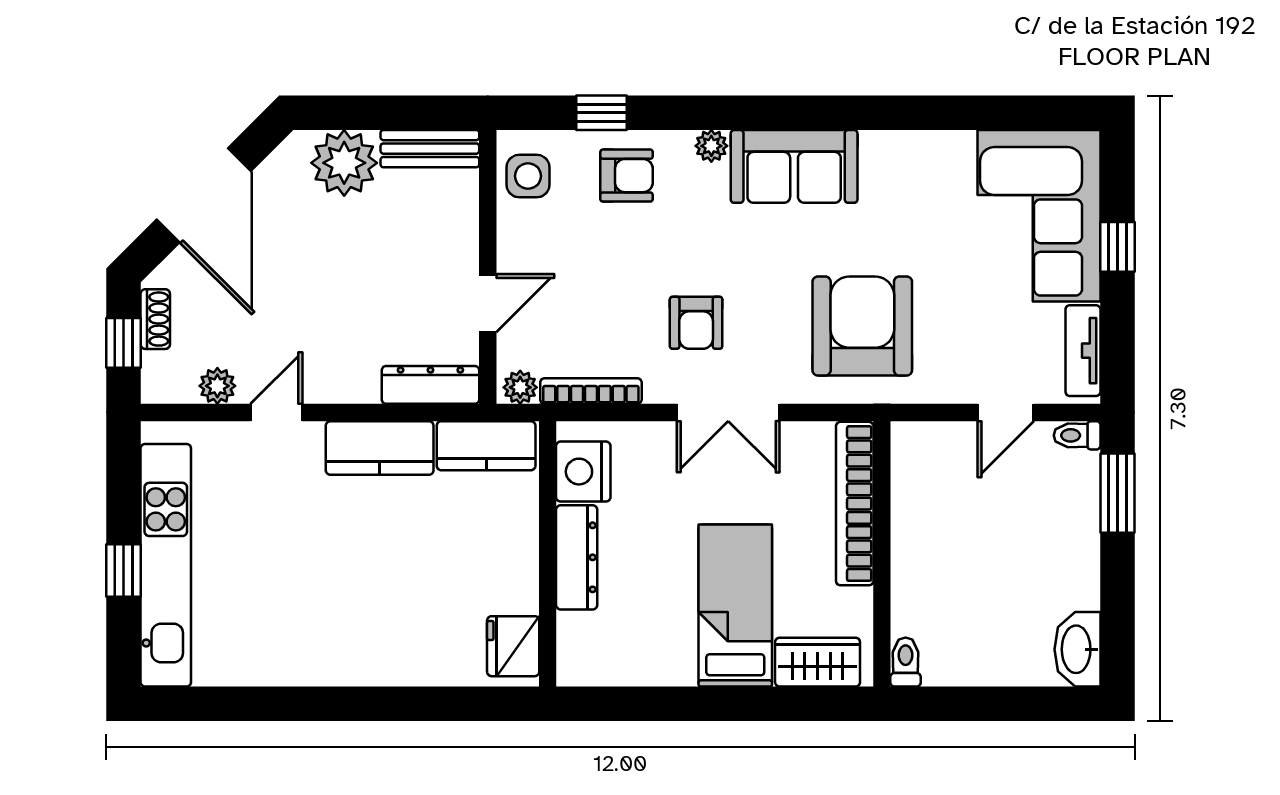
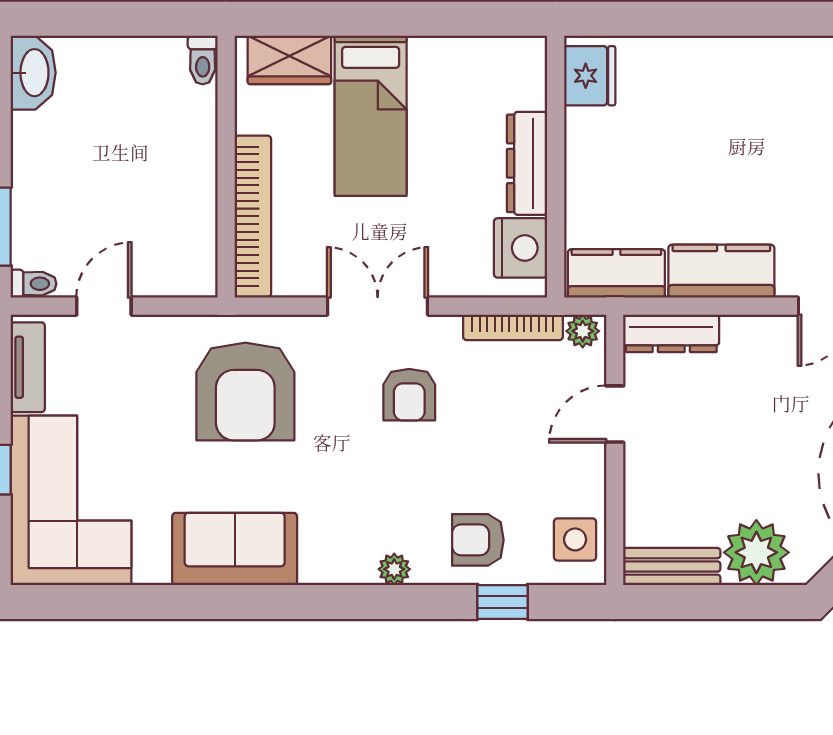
sofa: (794, 166) -> (235, 549), moved
armchair: (696, 323) -> (409, 395), turned 180

